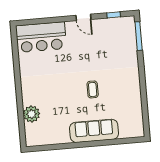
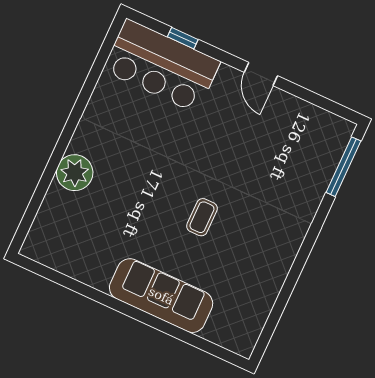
window: (114, 15) -> (183, 38), moved
plant: (32, 114) -> (75, 173), moved

